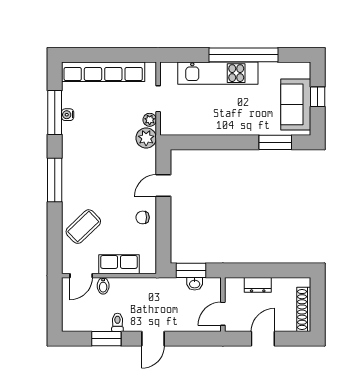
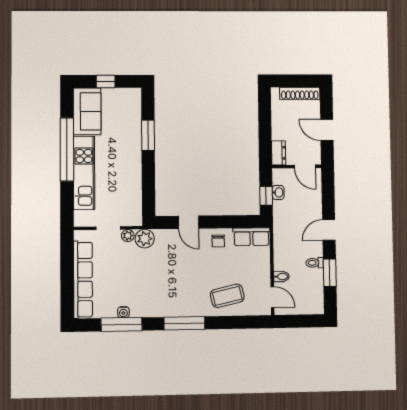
sofa: (296, 104) -> (87, 111), moved, turned -90
window: (275, 142) -> (148, 135), moved
coffee table: (83, 227) -> (227, 296), turned -59
row of seats: (119, 264) -> (251, 237), moved, turned -90
window: (191, 270) -> (266, 196), width x0.67
dresser: (258, 285) -> (279, 153), moved
door: (153, 339) -> (329, 230), swing flipped

